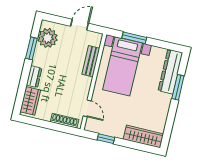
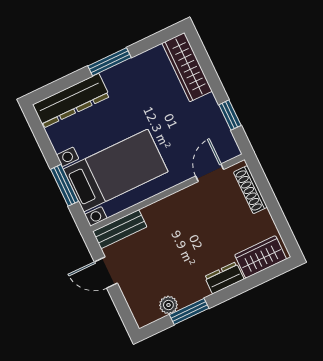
plant: (48, 38) -> (168, 305), width x0.53, depth x0.53
bench: (91, 61) -> (120, 229), moved
window: (178, 87) -> (109, 62), moved

